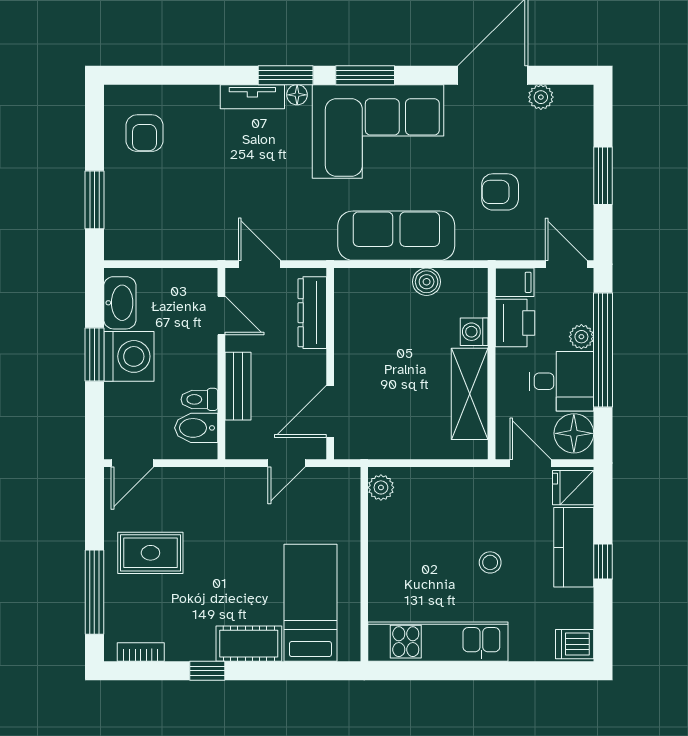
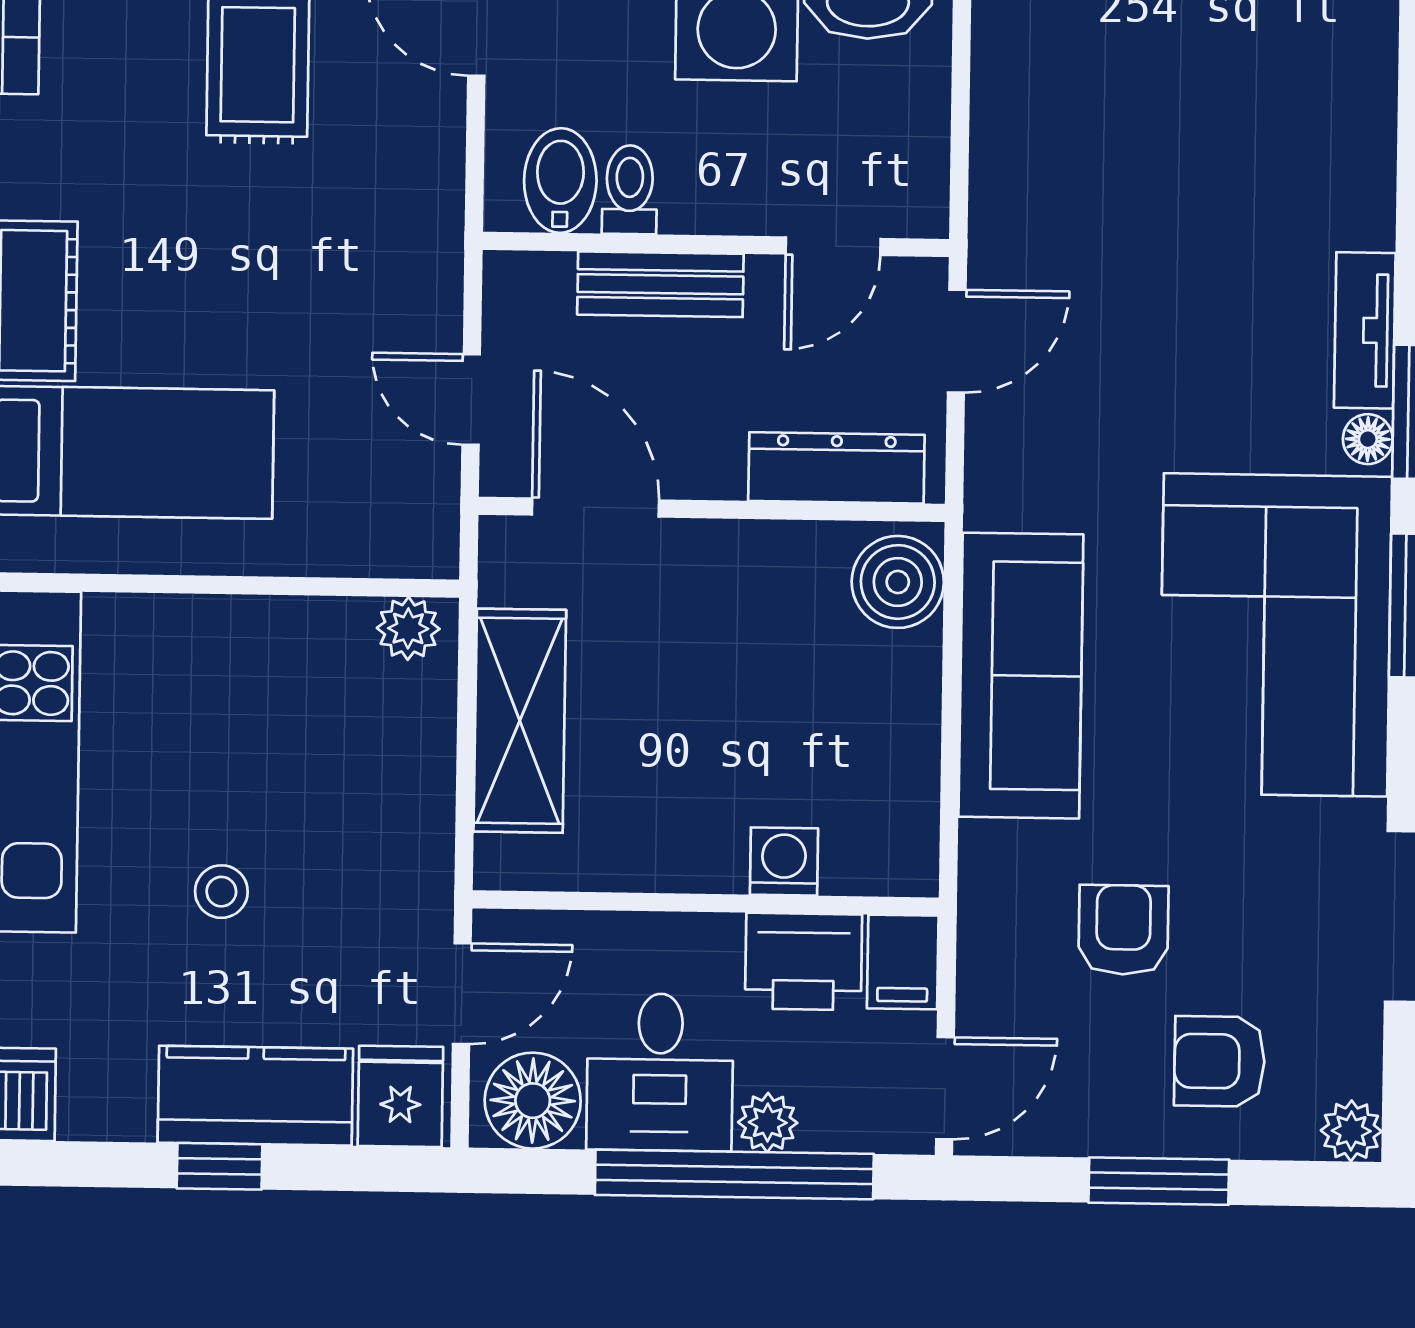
plant: (541, 97) -> (1351, 1131), moved
armchair: (144, 133) -> (1219, 1061), moved
boiler: (427, 282) -> (898, 582), moved, width x1.36, depth x1.36
shelving: (470, 394) -> (520, 721), moved, turned 90

